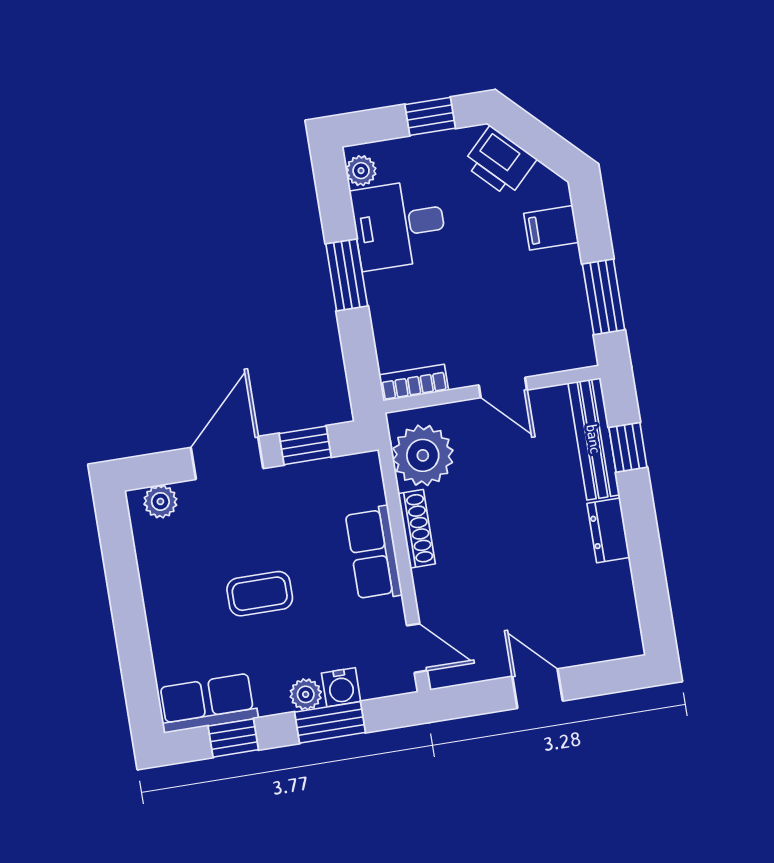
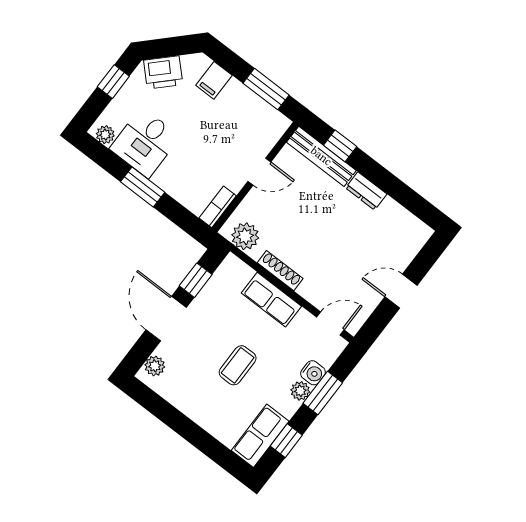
plant: (423, 455) -> (245, 236), width x0.73, depth x0.73

